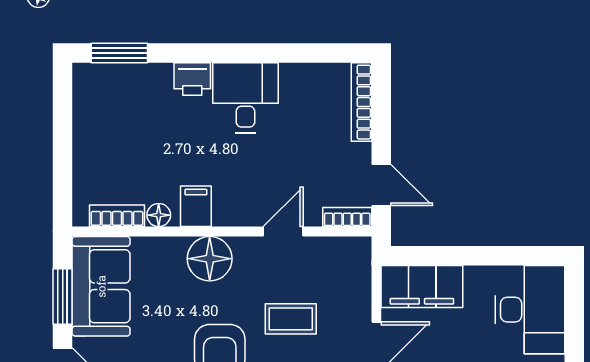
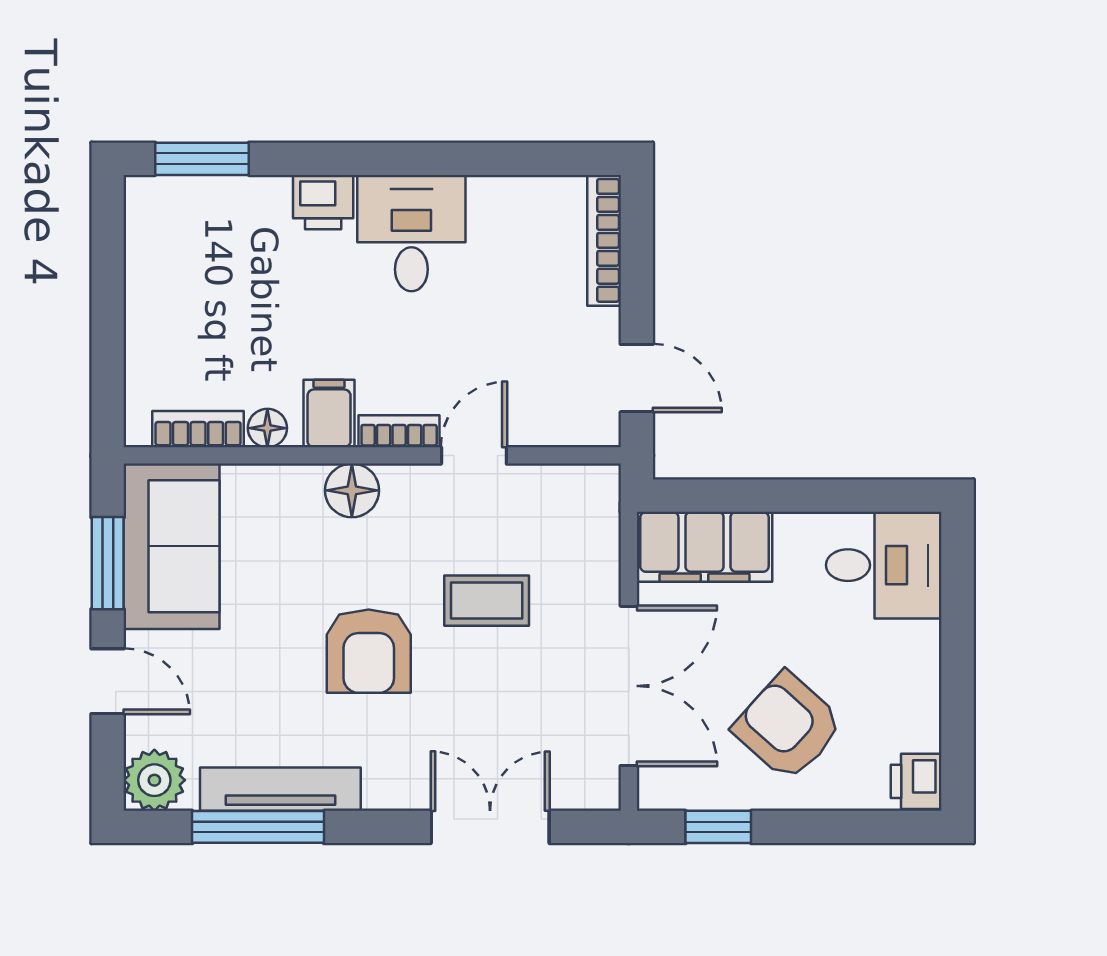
bookcase: (347, 217) -> (399, 431), moved
floor lamp: (210, 259) -> (352, 490), width x0.73, depth x0.73
desk: (530, 310) -> (884, 565), width x0.73

